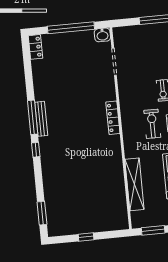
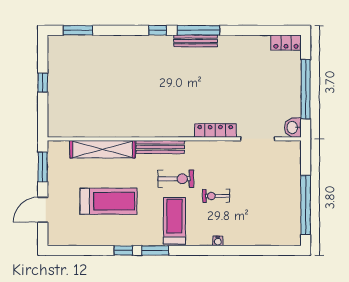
locker: (113, 118) -> (215, 130), moved
bench: (128, 139) -> (160, 147), added

